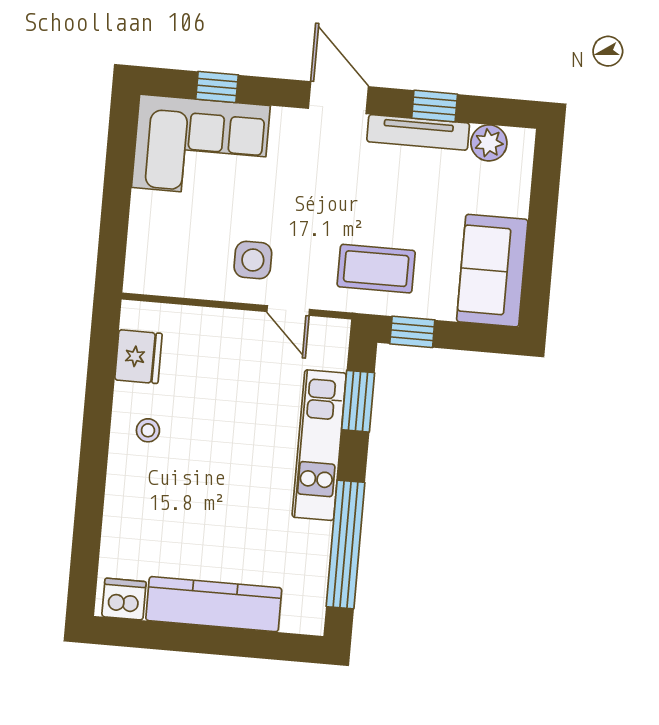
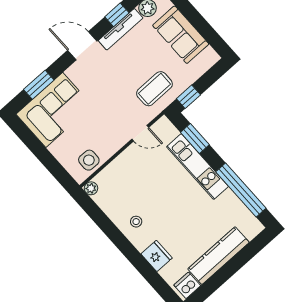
window: (217, 87) -> (39, 85), width x1.50
side table: (253, 260) -> (89, 160), moved
sofa: (492, 271) -> (181, 35), moved
plant: (134, 314) -> (91, 188), added
fridge: (138, 357) -> (157, 256), moved

